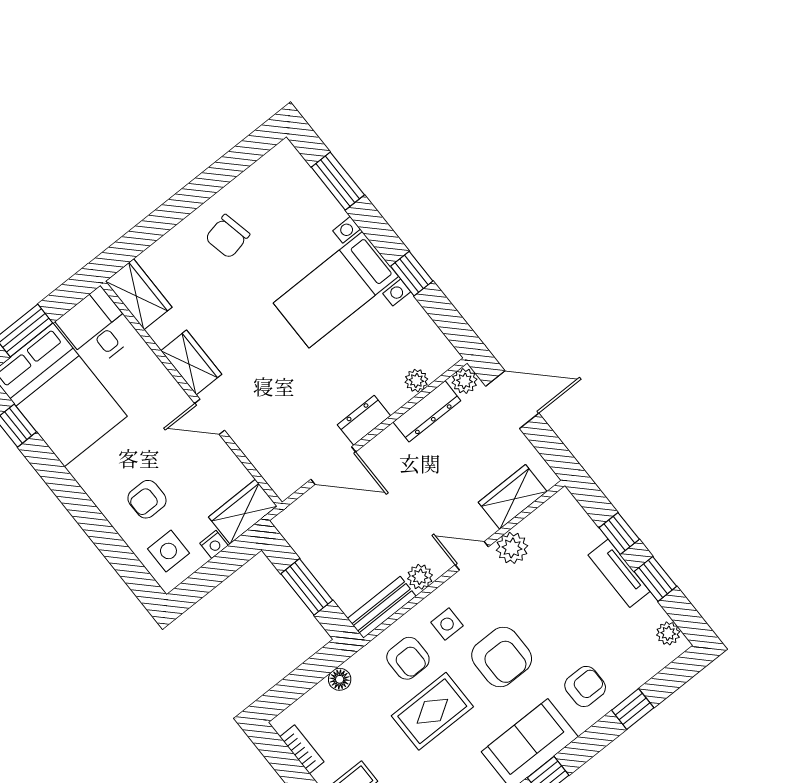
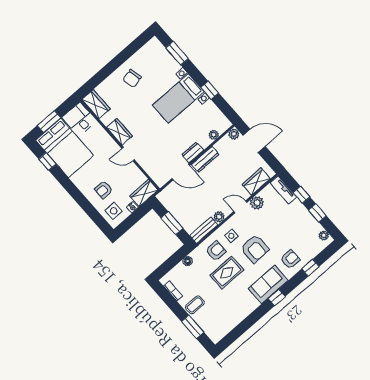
dresser: (427, 411) -> (205, 159), moved
tv unit: (619, 573) -> (283, 190), moved
armchair: (408, 658) -> (216, 251), turned -90

